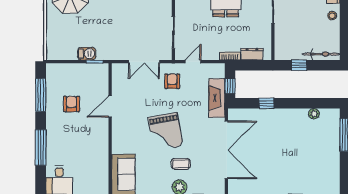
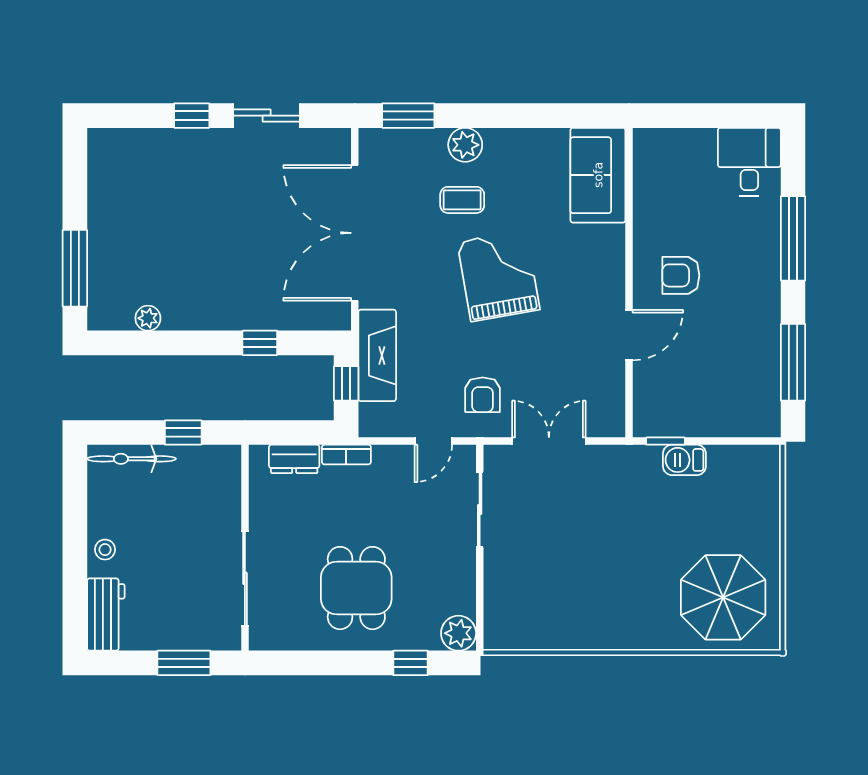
armchair: (71, 104) -> (681, 275), moved, turned 90

